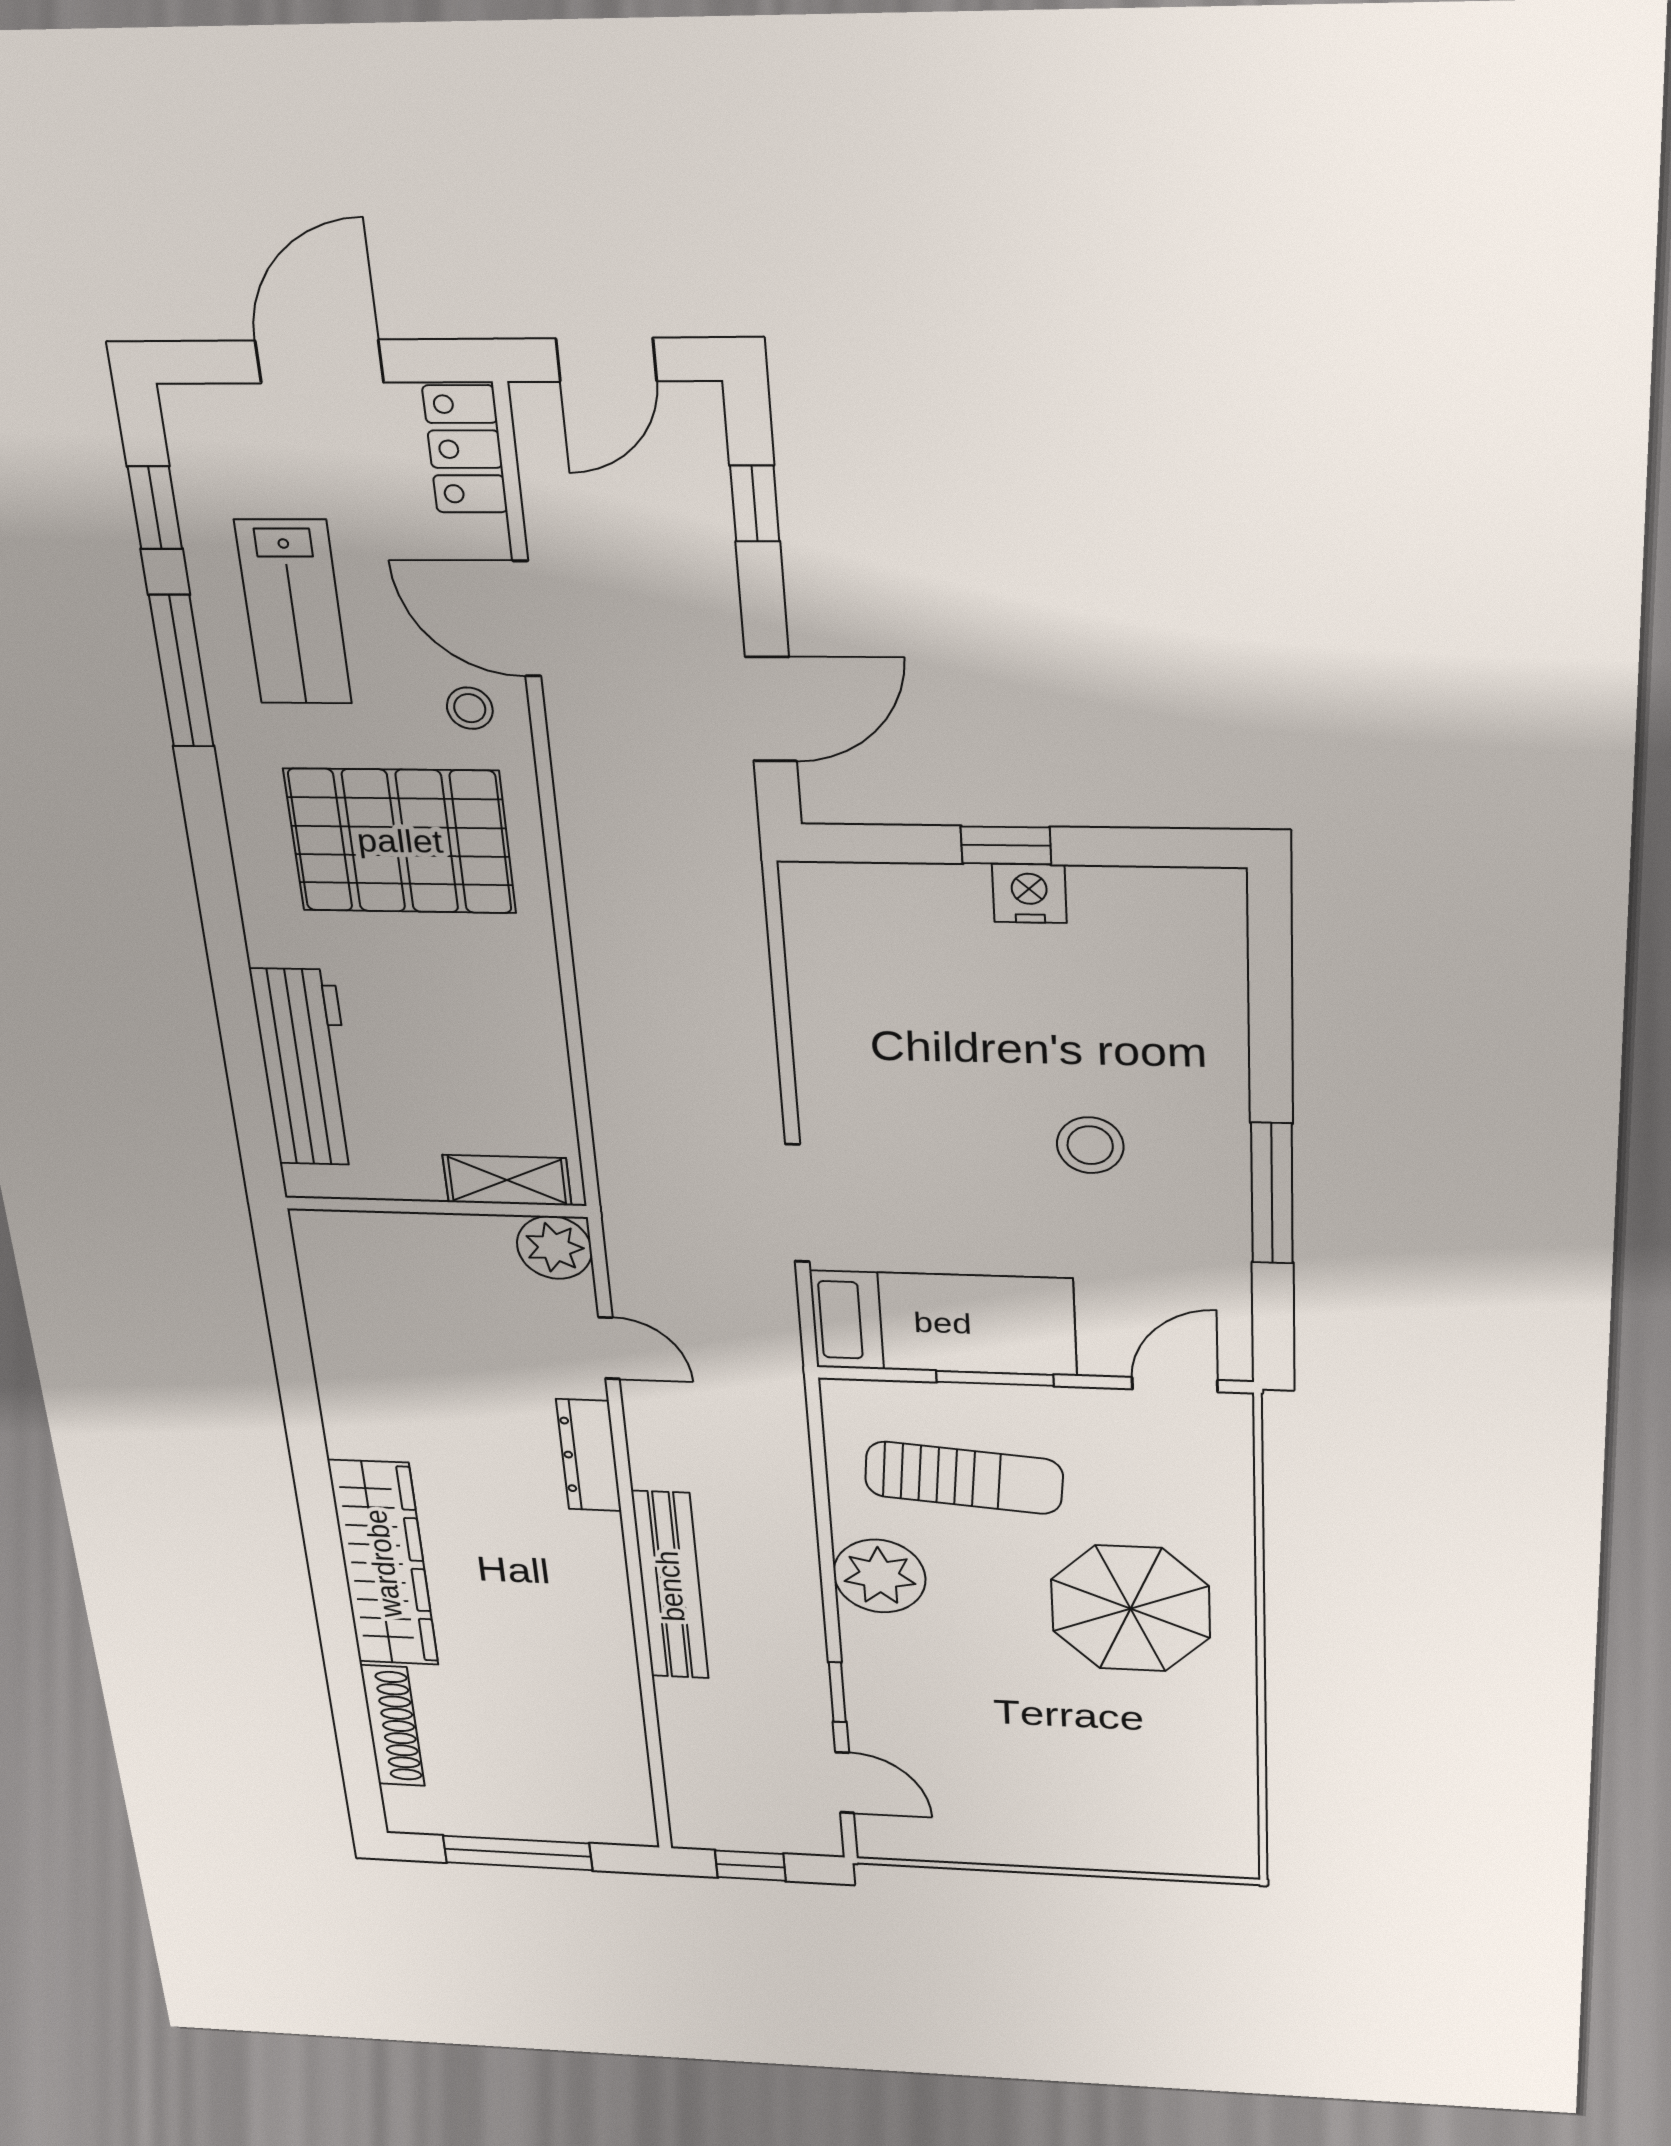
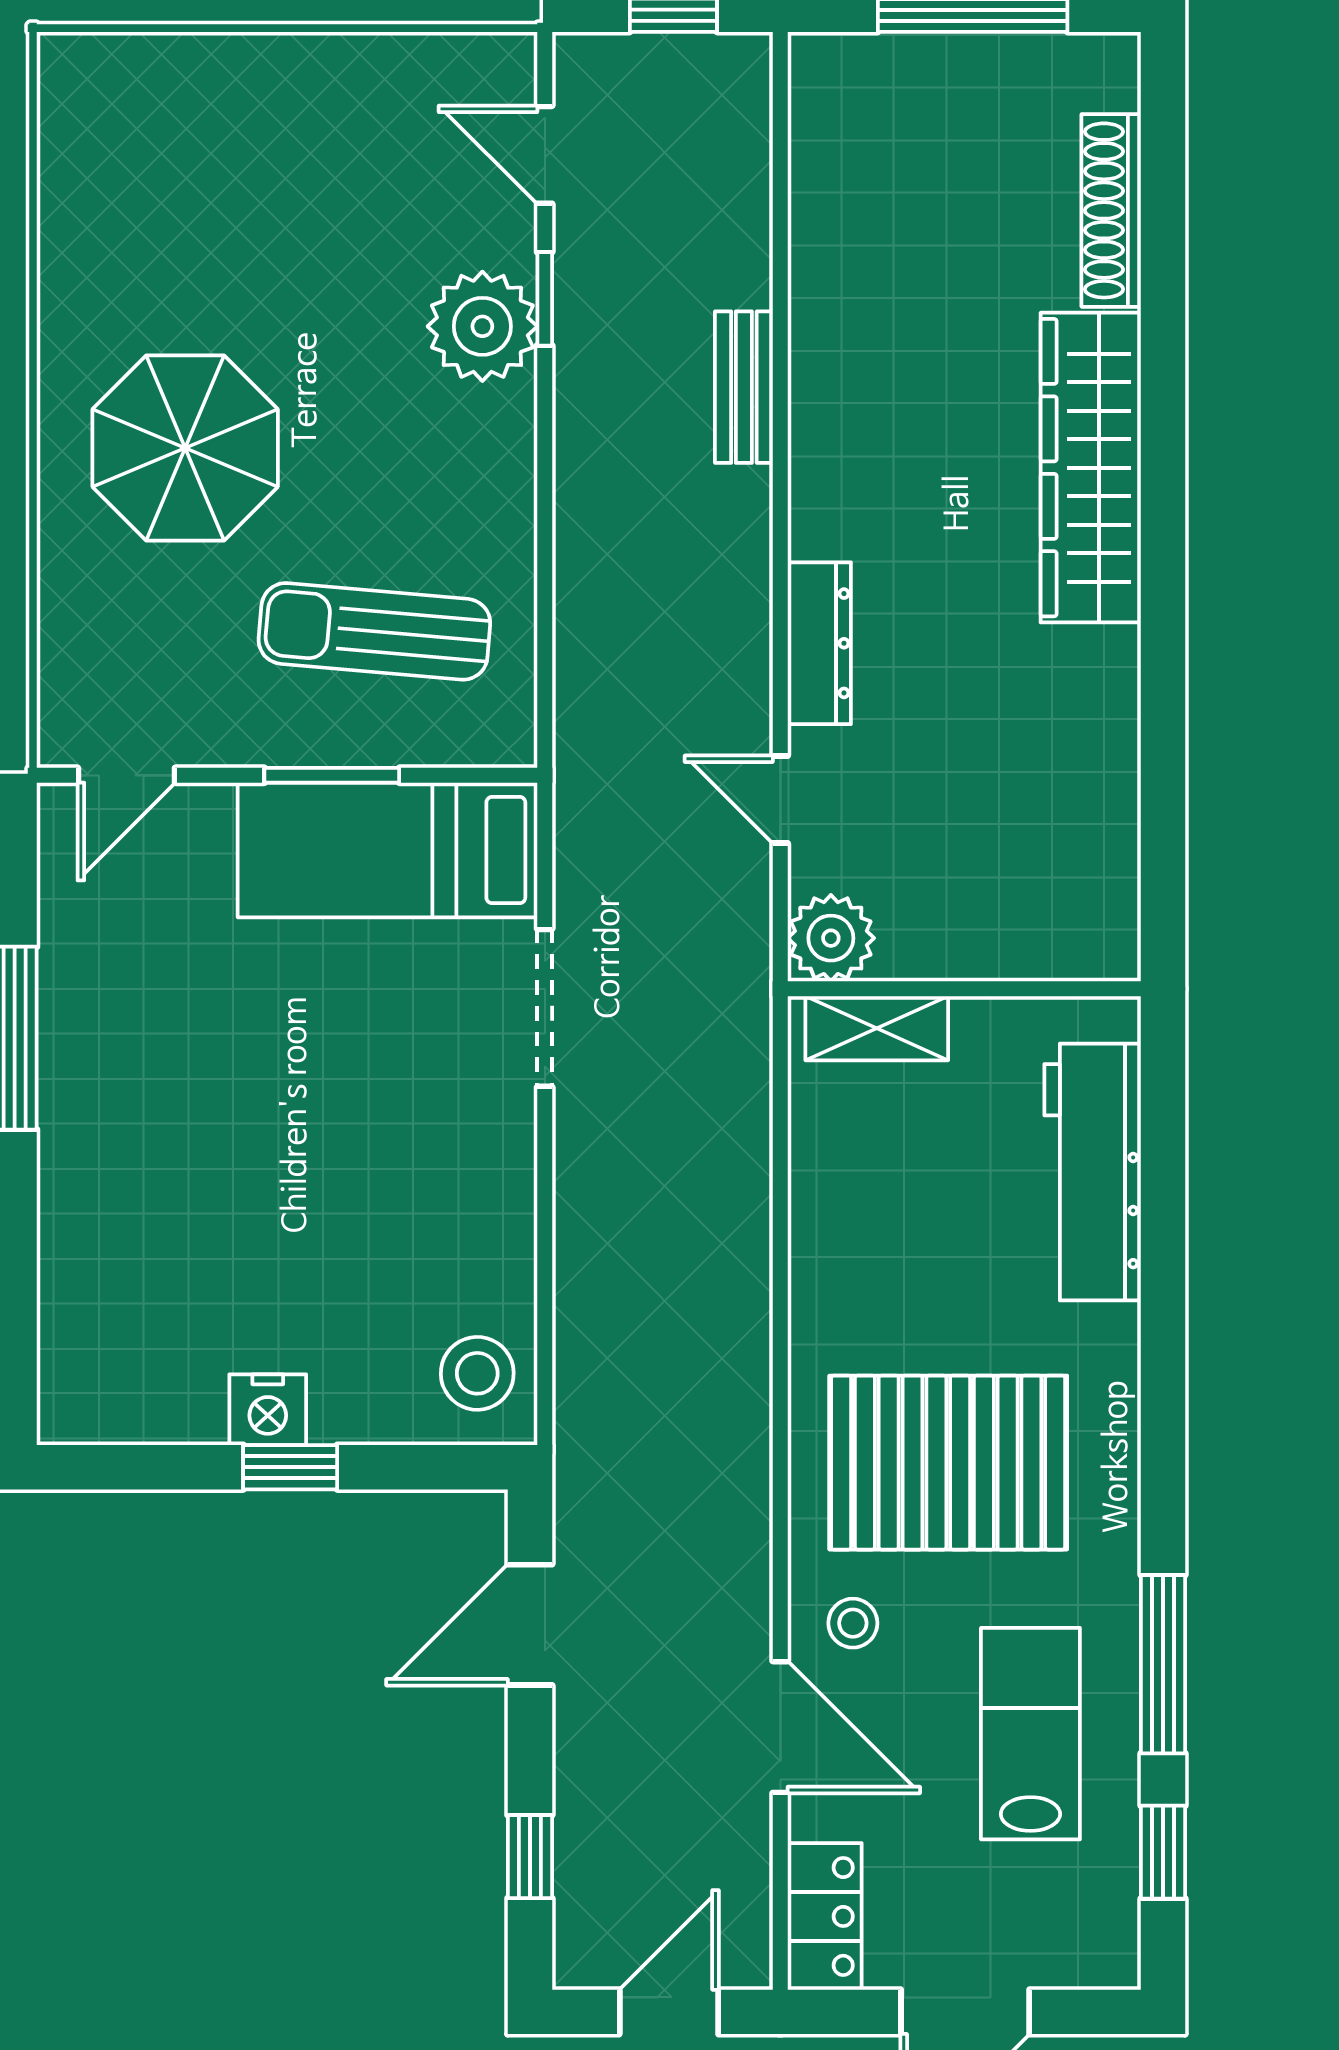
stool: (1090, 1145) -> (477, 1373), moved
plant: (879, 1576) -> (482, 326), moved
bench: (670, 1586) -> (744, 387), width x0.54, depth x0.82

